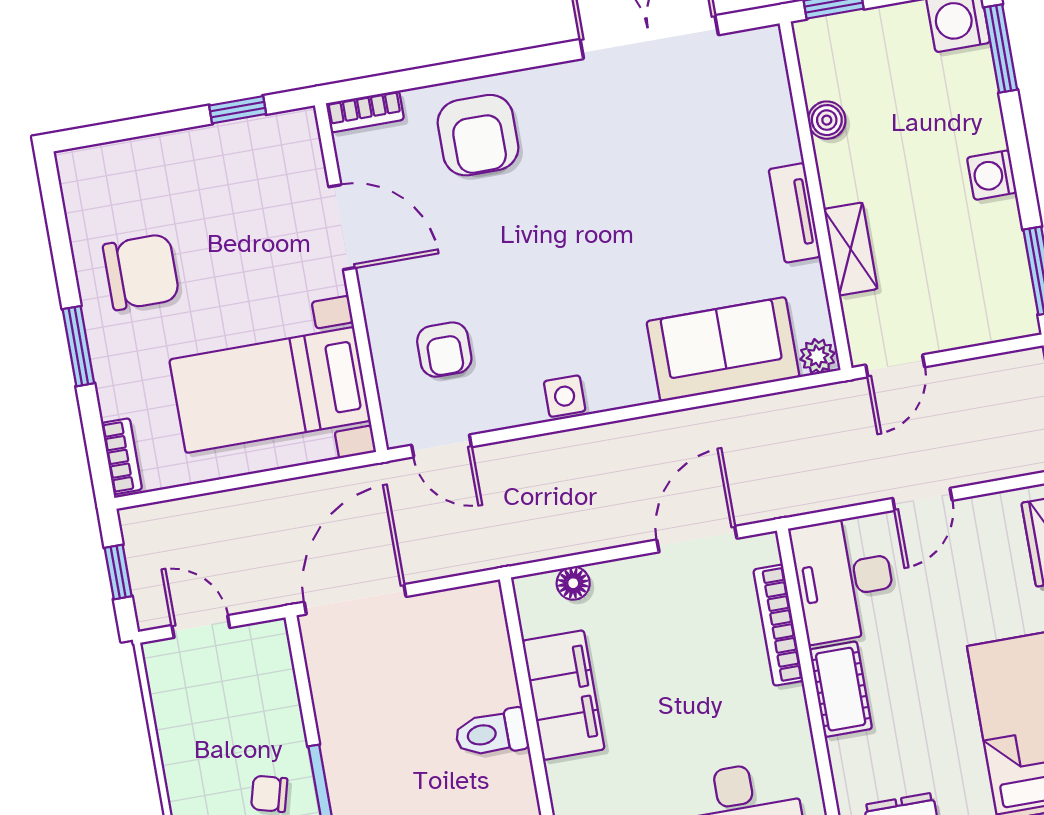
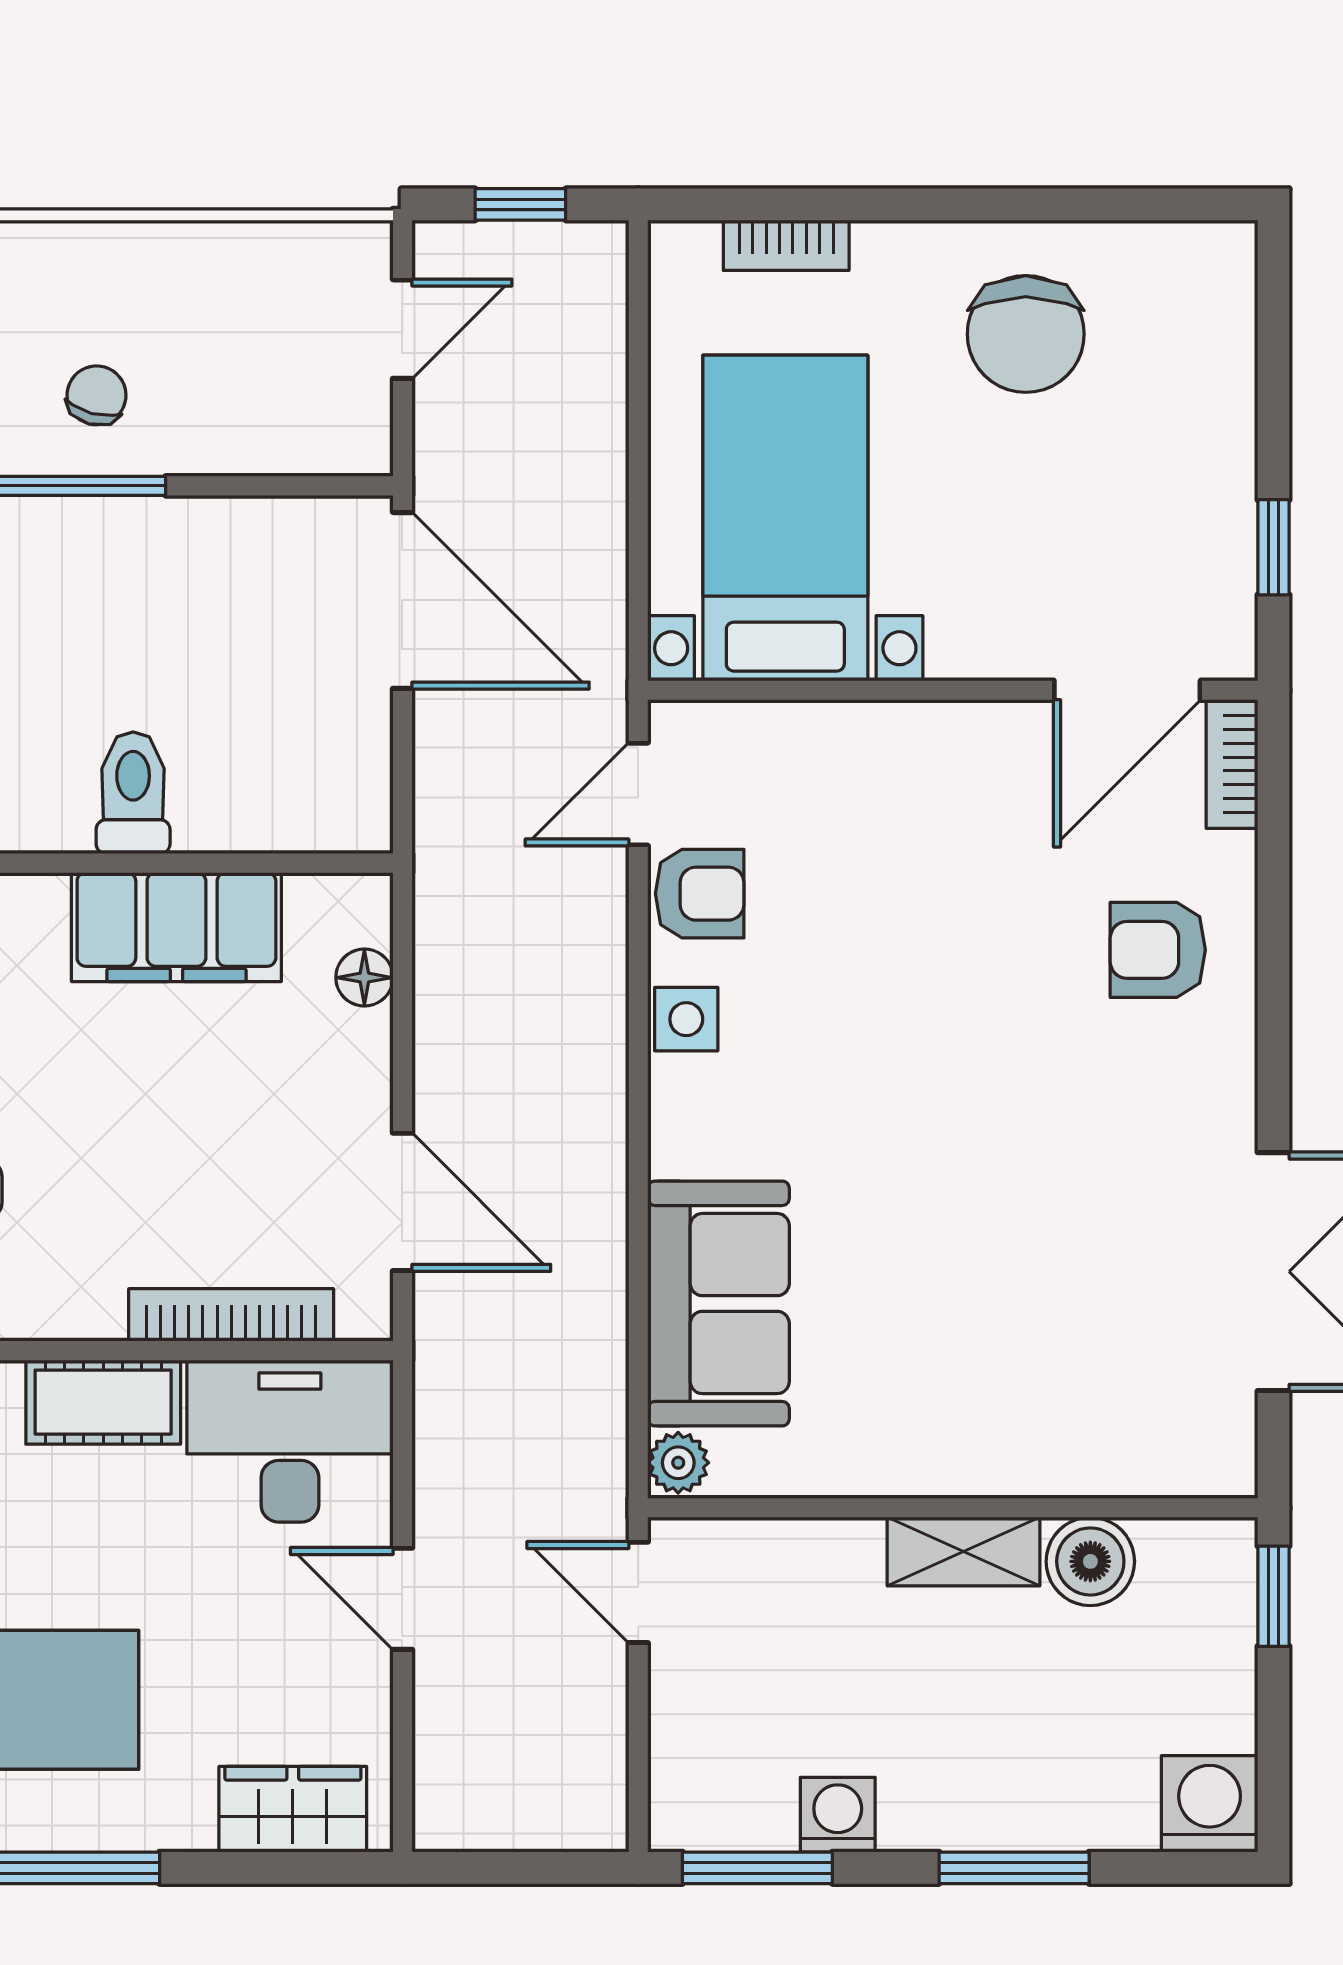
window: (1001, 48) -> (1014, 1868), moved
boiler: (827, 120) -> (1090, 1561), width x1.36, depth x1.36
armchair: (478, 135) -> (1158, 950), width x0.72, depth x0.72
washing machine: (992, 175) -> (838, 1815), moved
tv unit: (795, 213) -> (930, 1467), removed
door: (342, 227) -> (1127, 690), moved
shelving: (851, 249) -> (963, 1552), moved
window: (78, 346) -> (918, 204), removed
armchair: (444, 350) -> (700, 894), moved, turned 180
bookcase: (122, 456) -> (786, 245), moved

